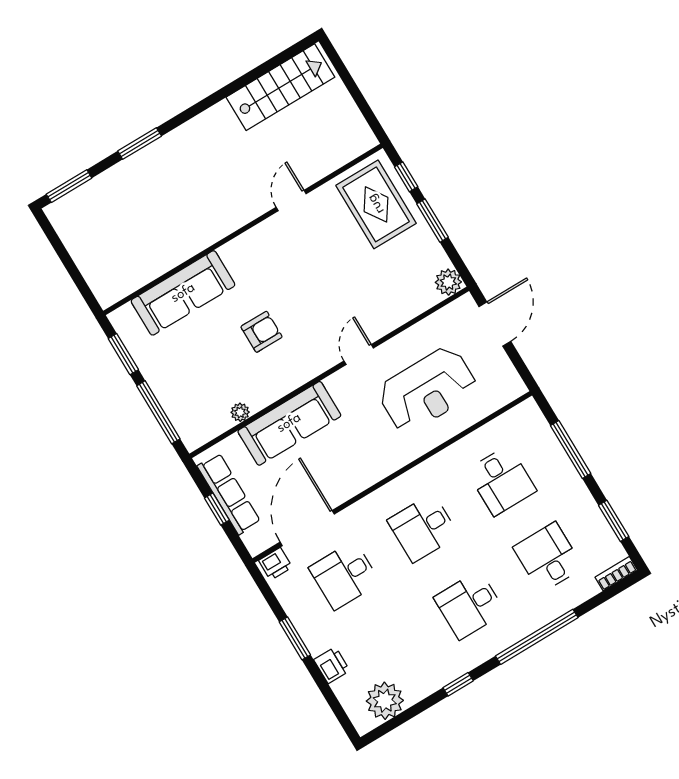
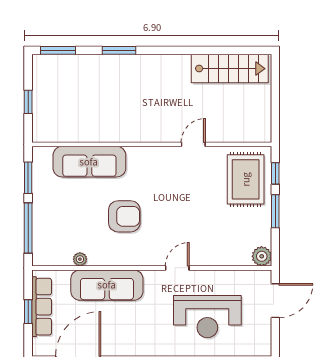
window: (71, 267) -> (28, 102), added
armchair: (262, 332) -> (124, 216), width x1.38, depth x1.38

